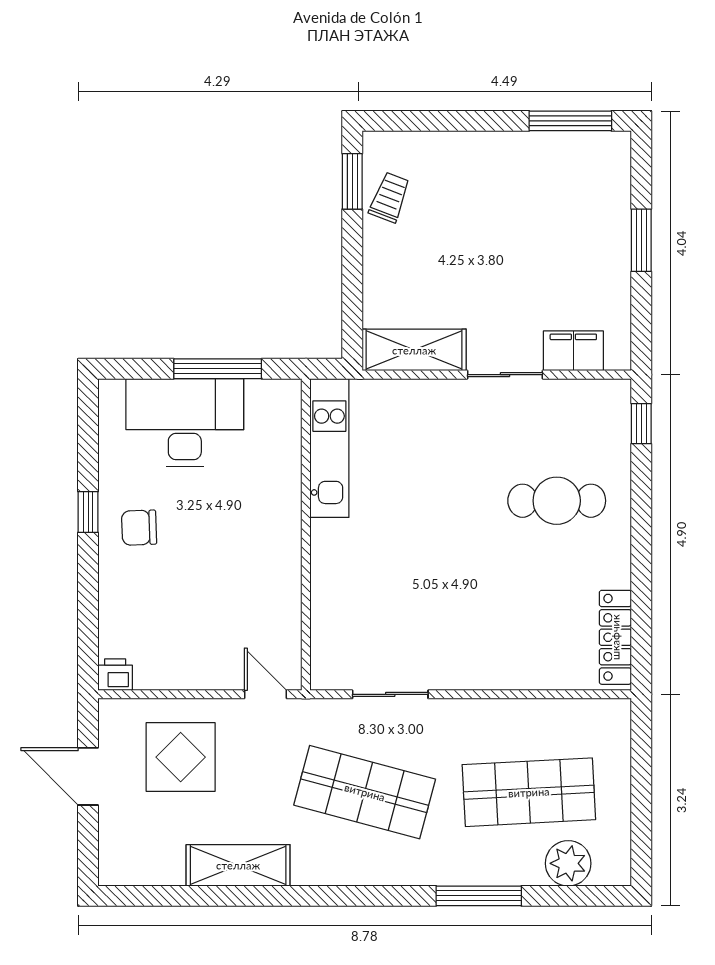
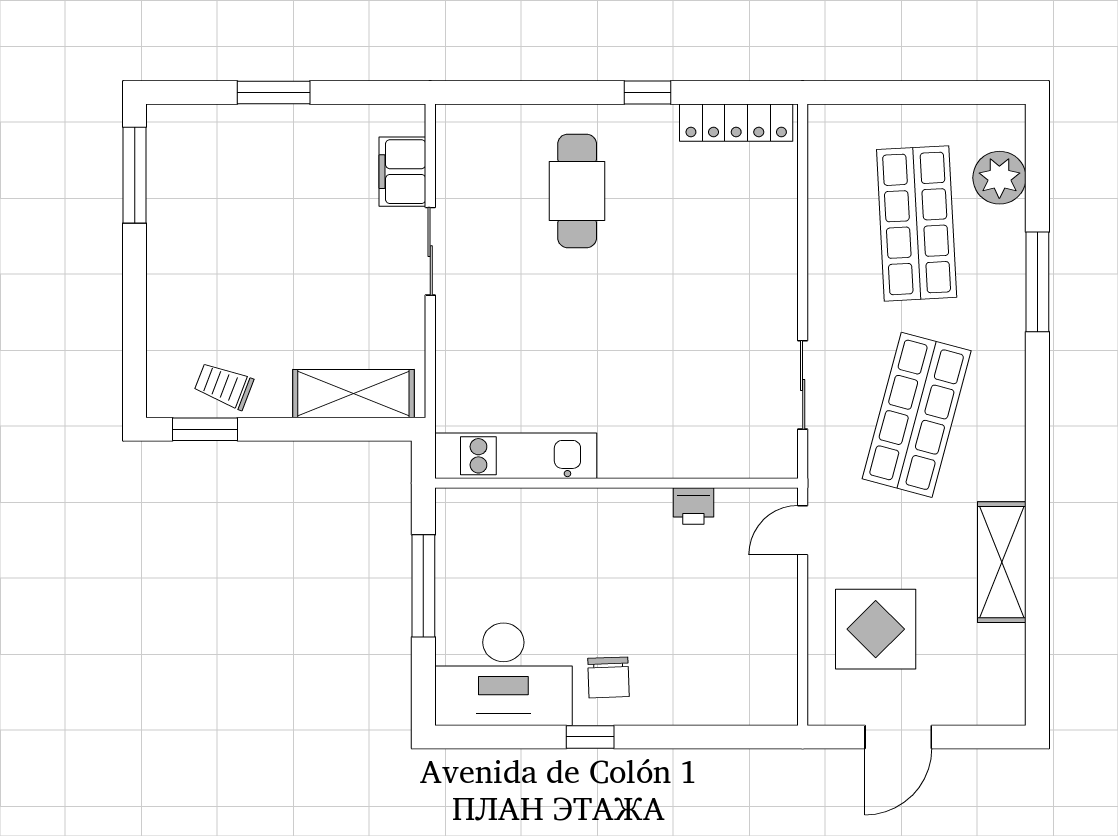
shelving: (414, 350) -> (353, 394), moved, turned 90
desk: (185, 423) -> (503, 674), moved, turned -90
window: (641, 424) -> (648, 93), moved
printer: (115, 675) -> (693, 506), moved, turned -90

